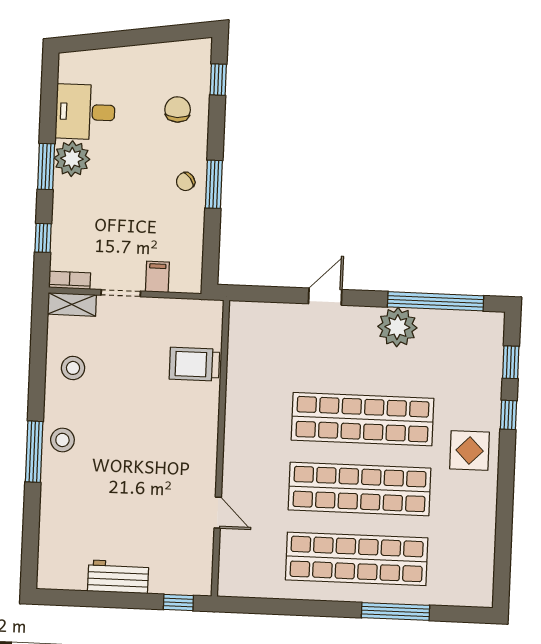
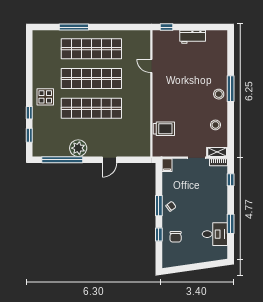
window: (218, 80) -> (159, 234), moved
plant: (72, 159) -> (220, 214), removed
window: (46, 166) -> (231, 224), moved
filing cabinet: (157, 277) -> (167, 165), moved

